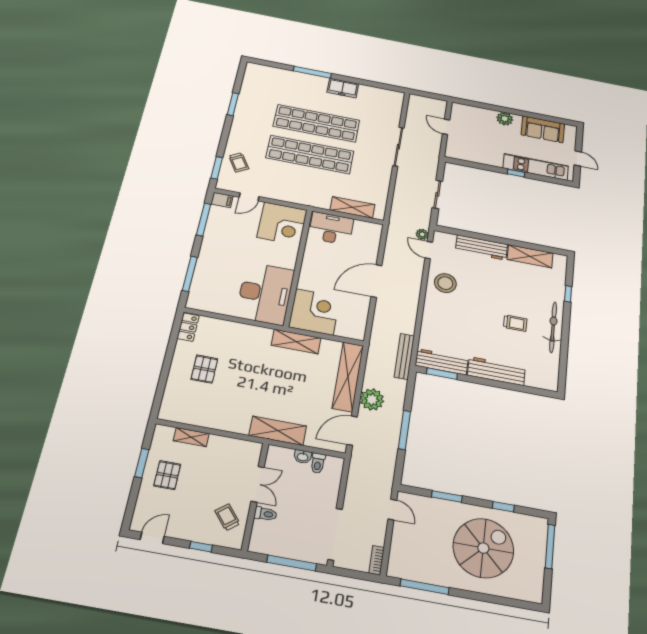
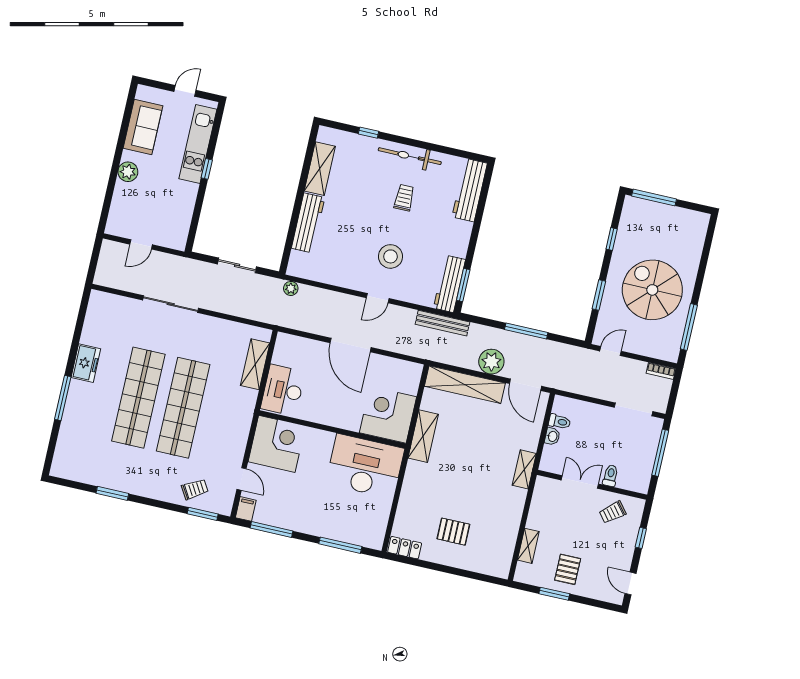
door: (429, 250) -> (378, 298), moved
stool: (445, 283) -> (391, 256), moved
workbench: (496, 371) -> (470, 190), moved
shelving: (278, 431) -> (524, 469), width x0.67, depth x0.75
pallet: (167, 475) -> (568, 569), turned 90
doorway: (335, 534) -> (633, 409), width x0.73
spiral stairs: (483, 548) -> (652, 290), moved

